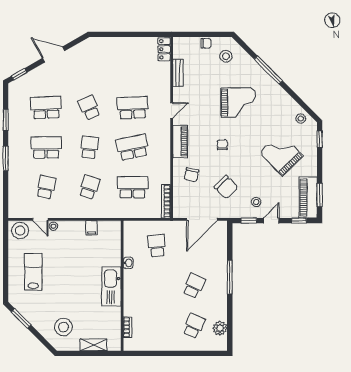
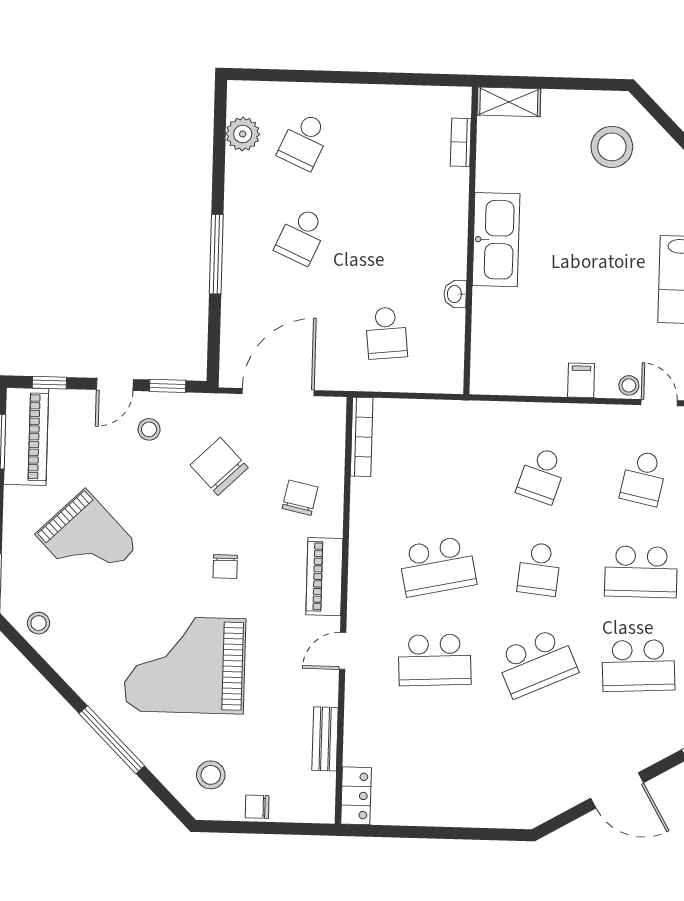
grand piano: (238, 103) -> (185, 665), width x1.37, depth x1.48
school desk: (89, 108) -> (537, 663), width x1.85
school desk: (132, 187) -> (440, 472), removed
filing cabinet: (92, 228) -> (581, 380), moved
shelving: (93, 345) -> (509, 102), moved

